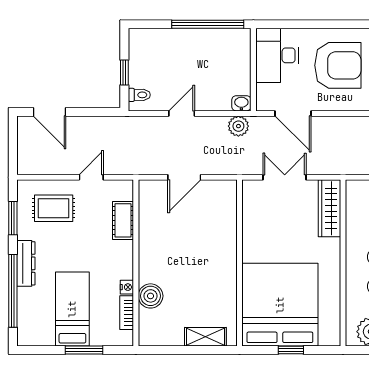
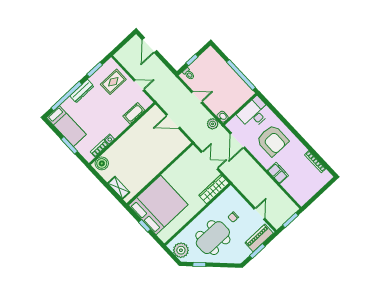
rug: (54, 208) -> (113, 82), turned 90
boiler: (151, 296) -> (102, 163), moved
bed: (72, 309) -> (66, 126), moved, turned 90

